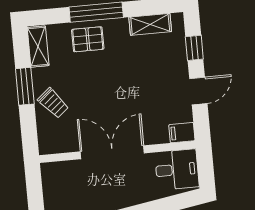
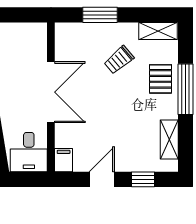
window: (25, 86) -> (100, 15), moved
door: (198, 91) -> (102, 179), swing flipped
trolley: (53, 103) -> (119, 60), moved

